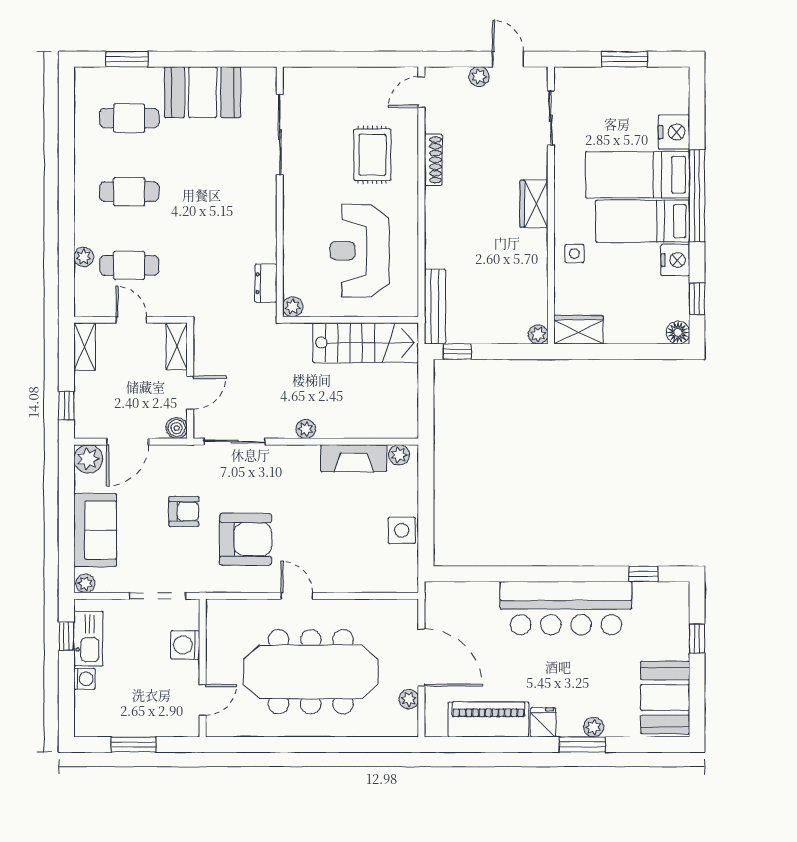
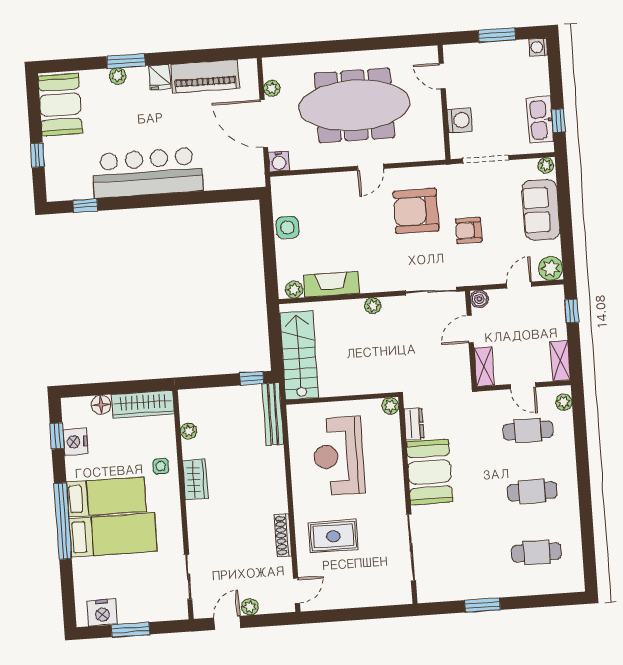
window: (127, 59) -> (482, 605), moved
door: (508, 59) -> (227, 623), swing flipped
booth: (203, 92) -> (430, 472), moved, turned 90
nightstand: (674, 132) -> (102, 613), moved, turned -90
rug: (372, 155) -> (333, 536), turned 90
wardrobe: (534, 204) -> (195, 479), moved
reception desk: (360, 251) -> (339, 456), turned 180
plant: (84, 257) -> (564, 402), moved
nightstand: (675, 260) -> (75, 442), moved
wardrobe: (578, 330) -> (143, 404), width x1.50
floor lamp: (678, 333) -> (101, 405), moved
plant: (538, 334) -> (188, 431), moved
stairs: (366, 343) -> (299, 355), moved, turned 90
door: (128, 442) -> (519, 285), width x0.73
door: (297, 596) -> (371, 167), hinge flipped
water cooler: (407, 611) -> (279, 161), added
washing machine: (84, 679) -> (538, 47), moved
door: (203, 700) -> (442, 76), hinge flipped

